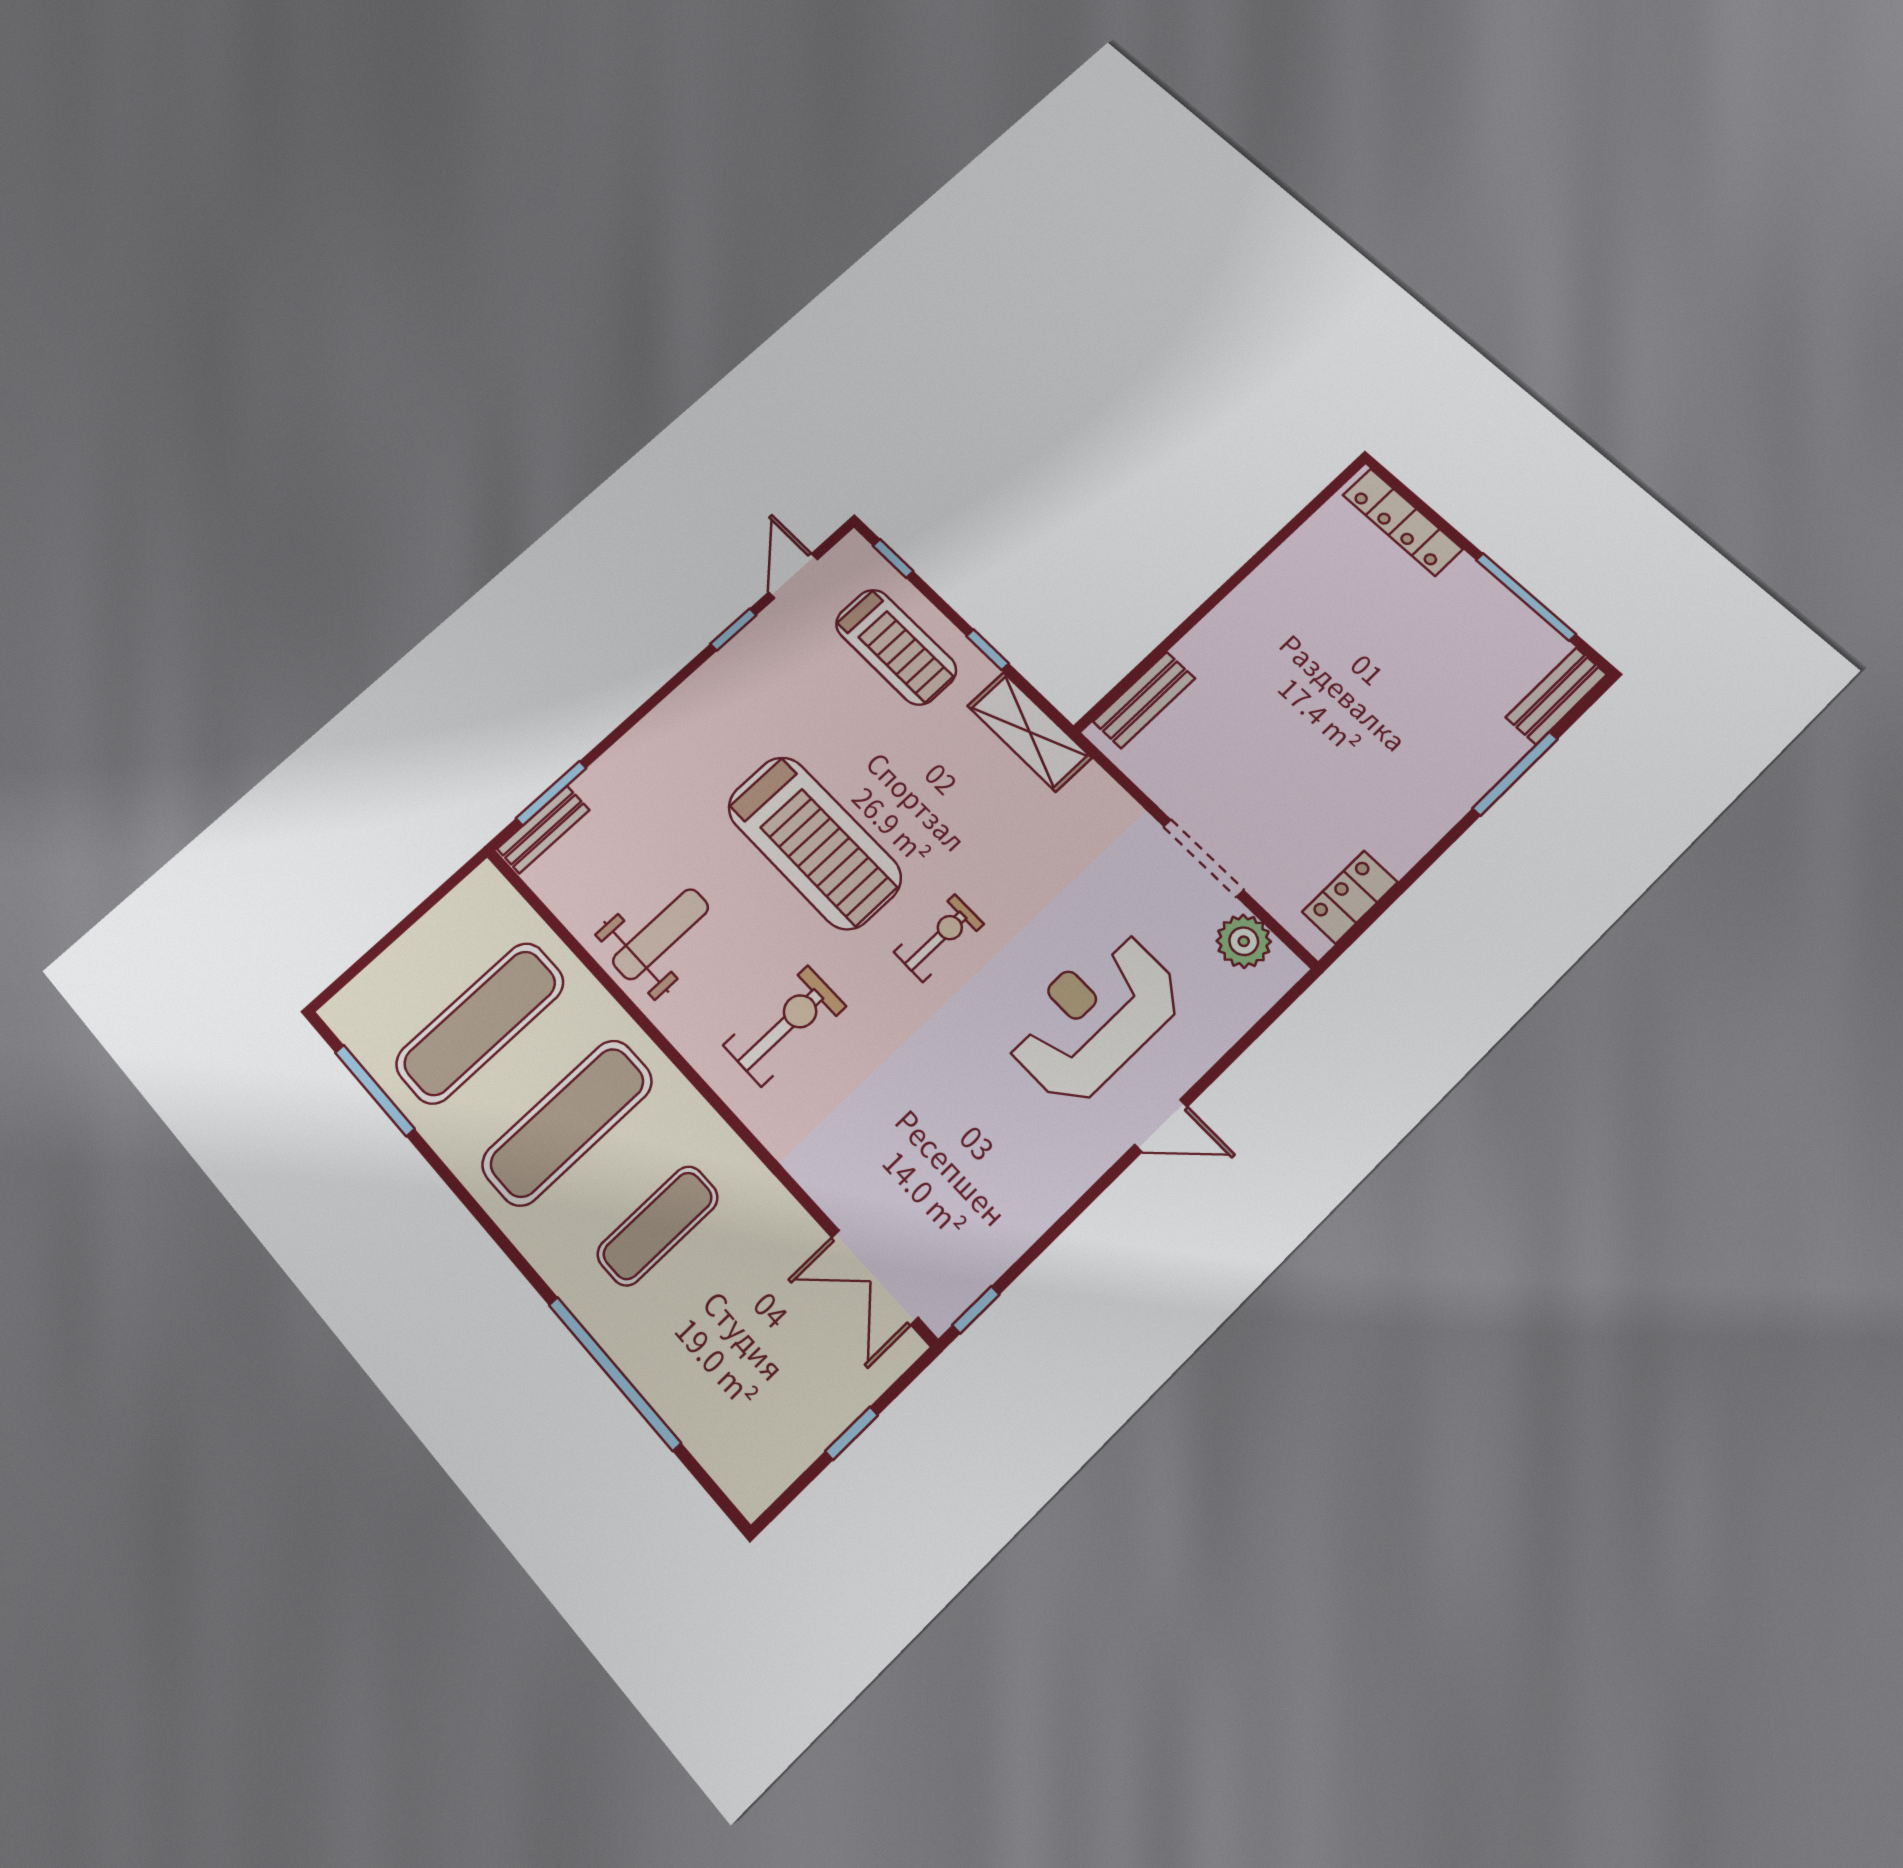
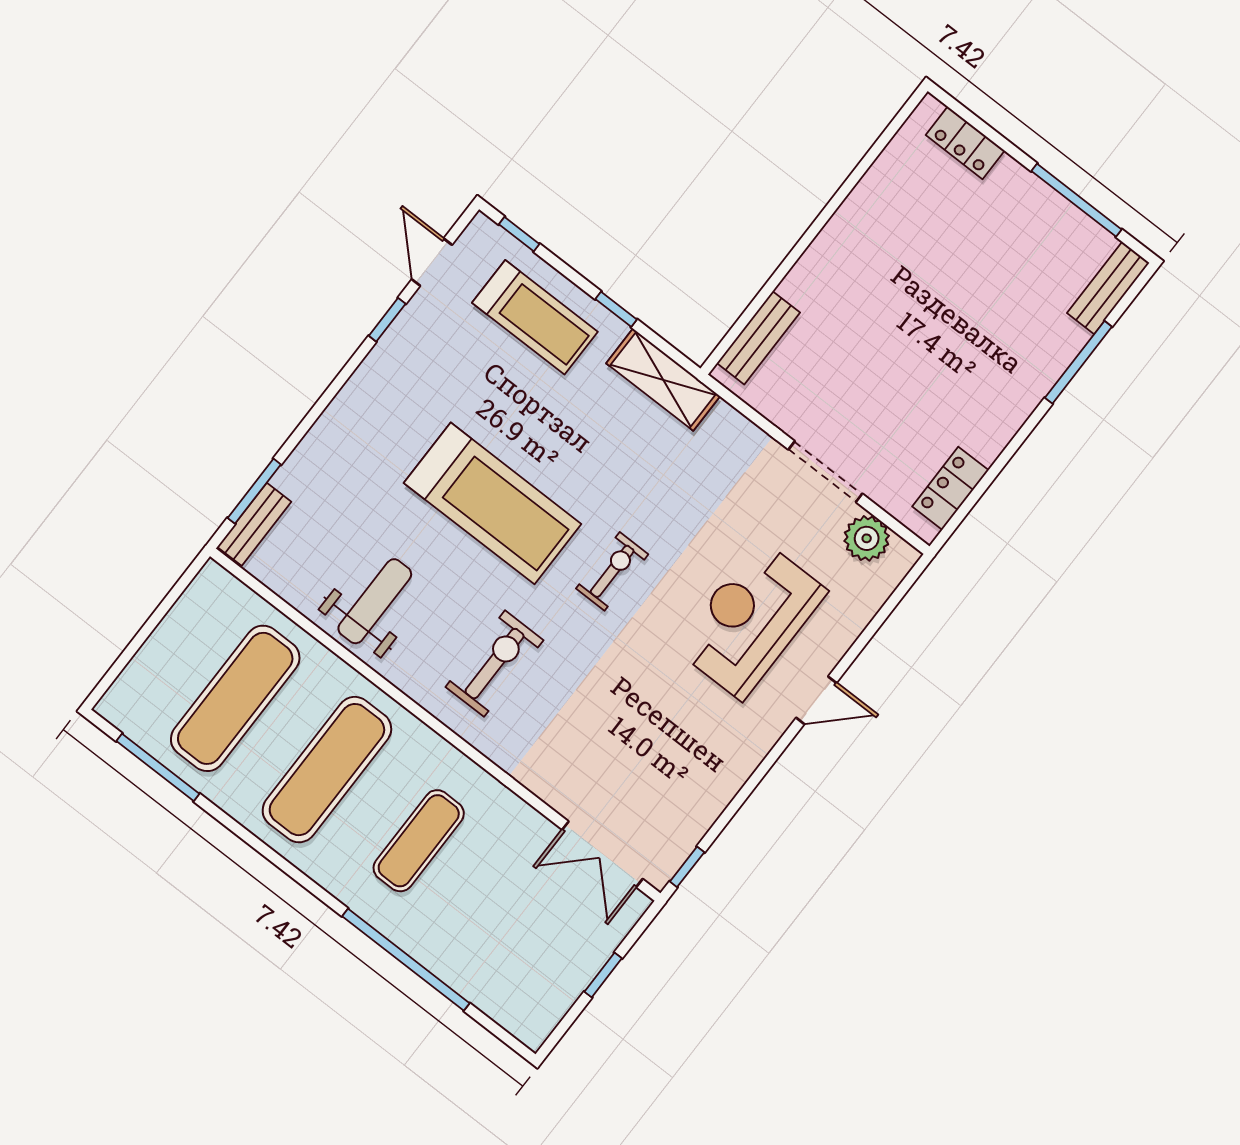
locker: (1403, 522) -> (965, 143), width x0.66

